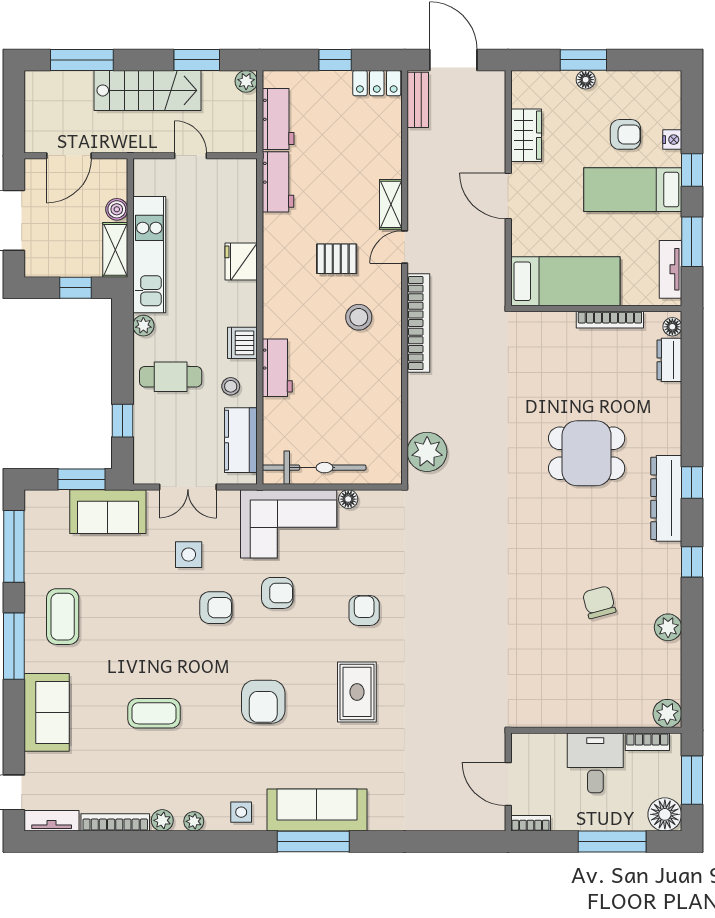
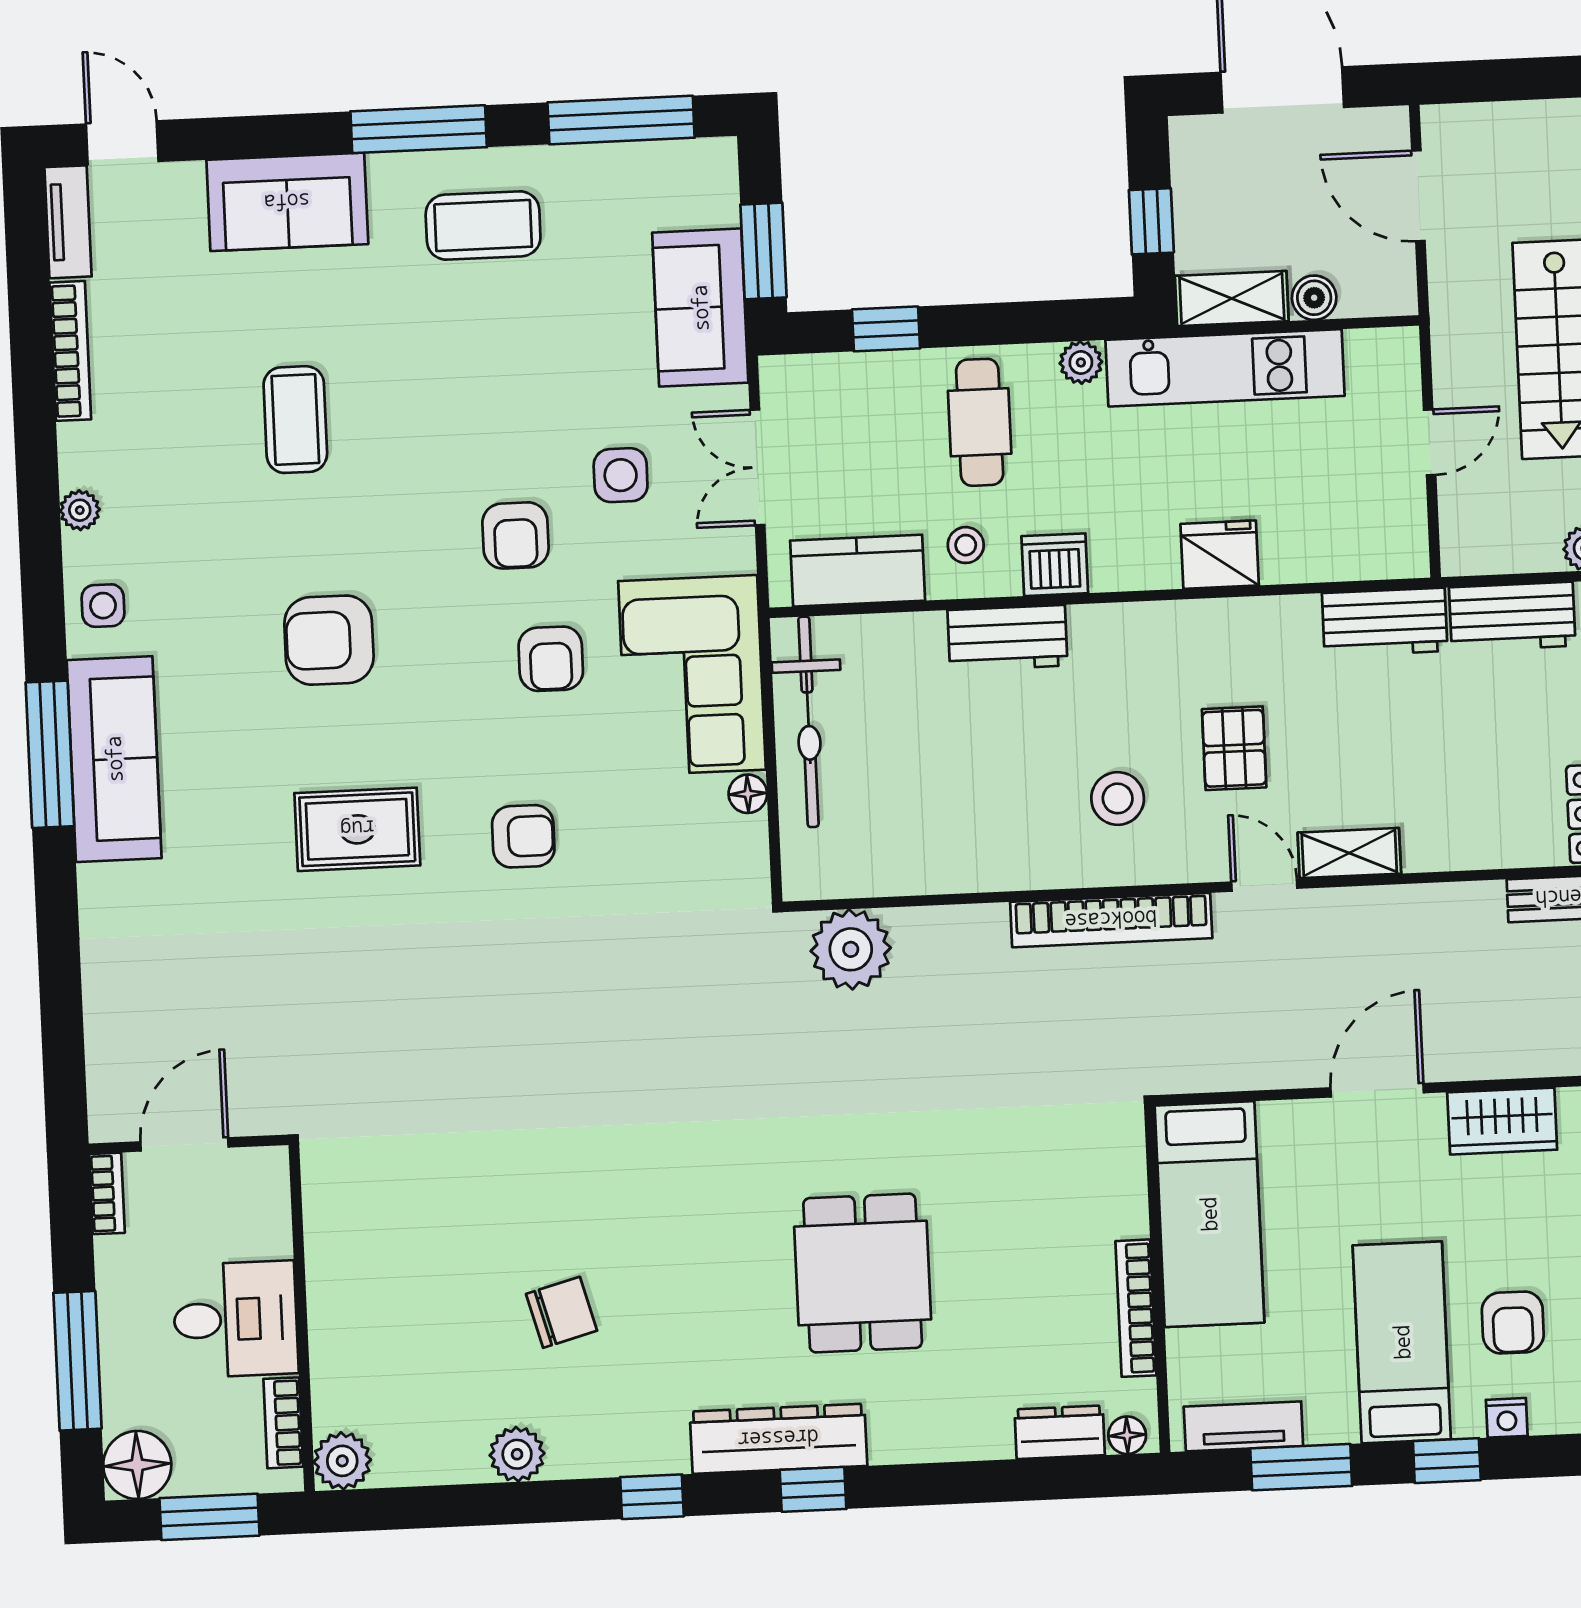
plant: (162, 820) -> (79, 446), removed

